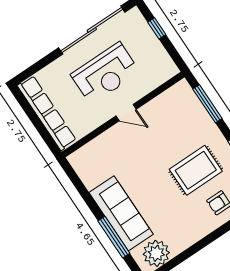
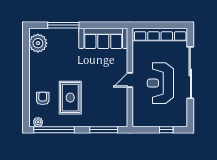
sliding door: (92, 30) -> (190, 73), moved
sofa: (121, 213) -> (103, 38), moved

